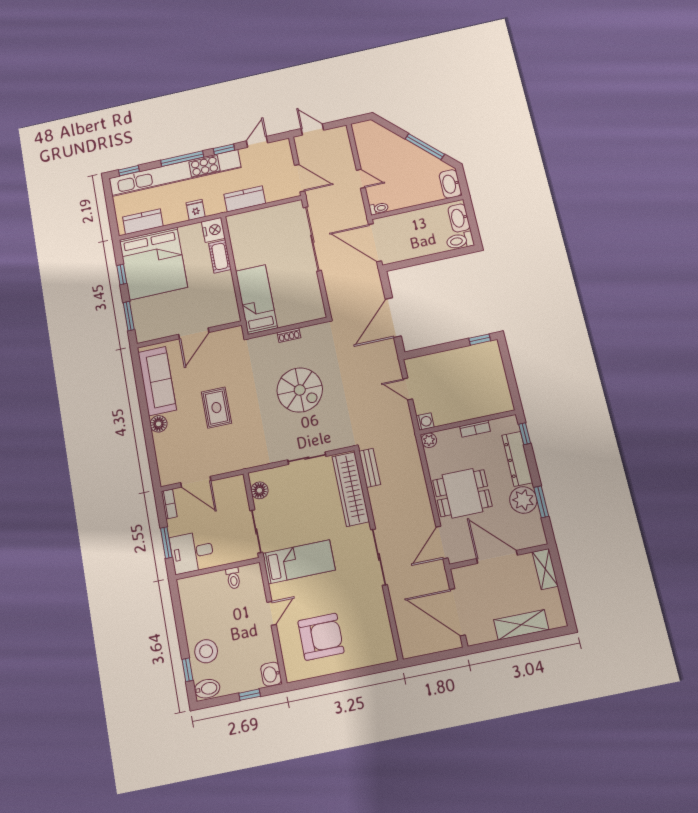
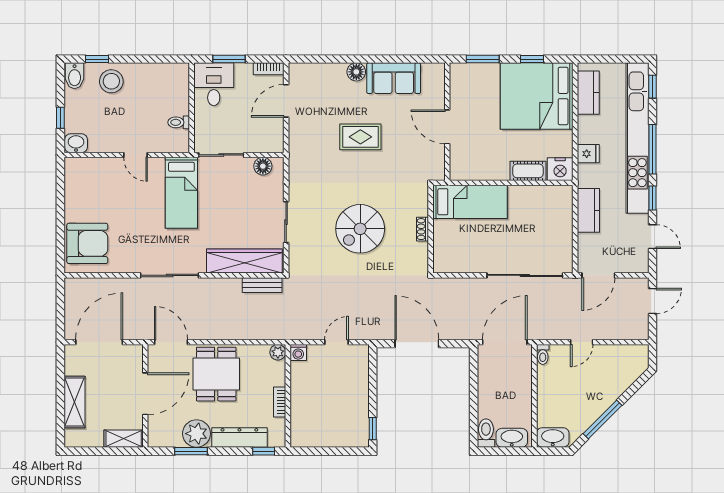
sofa: (157, 381) -> (394, 78), width x0.73
armchair: (321, 637) -> (87, 243), moved, turned -90

